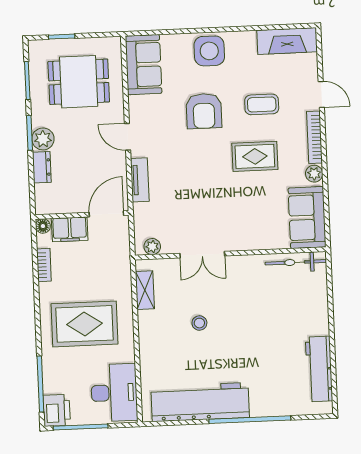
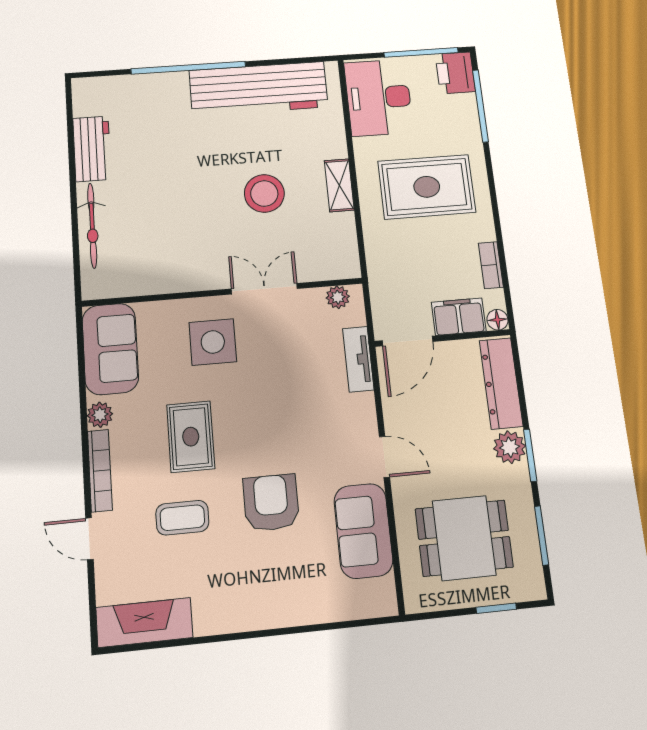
side table: (209, 51) -> (213, 342), moved
sofa: (143, 65) -> (363, 531), moved
rug: (255, 156) -> (191, 437), turned 90
dresser: (42, 167) -> (501, 383), width x1.96, depth x1.24
tv unit: (140, 180) -> (358, 359), moved
bicycle: (296, 262) -> (92, 225), moved, turned 90
shelving: (145, 290) -> (339, 185), moved
stool: (199, 323) -> (264, 193), width x1.89, depth x1.89
workbench: (319, 369) -> (92, 149), width x0.73

